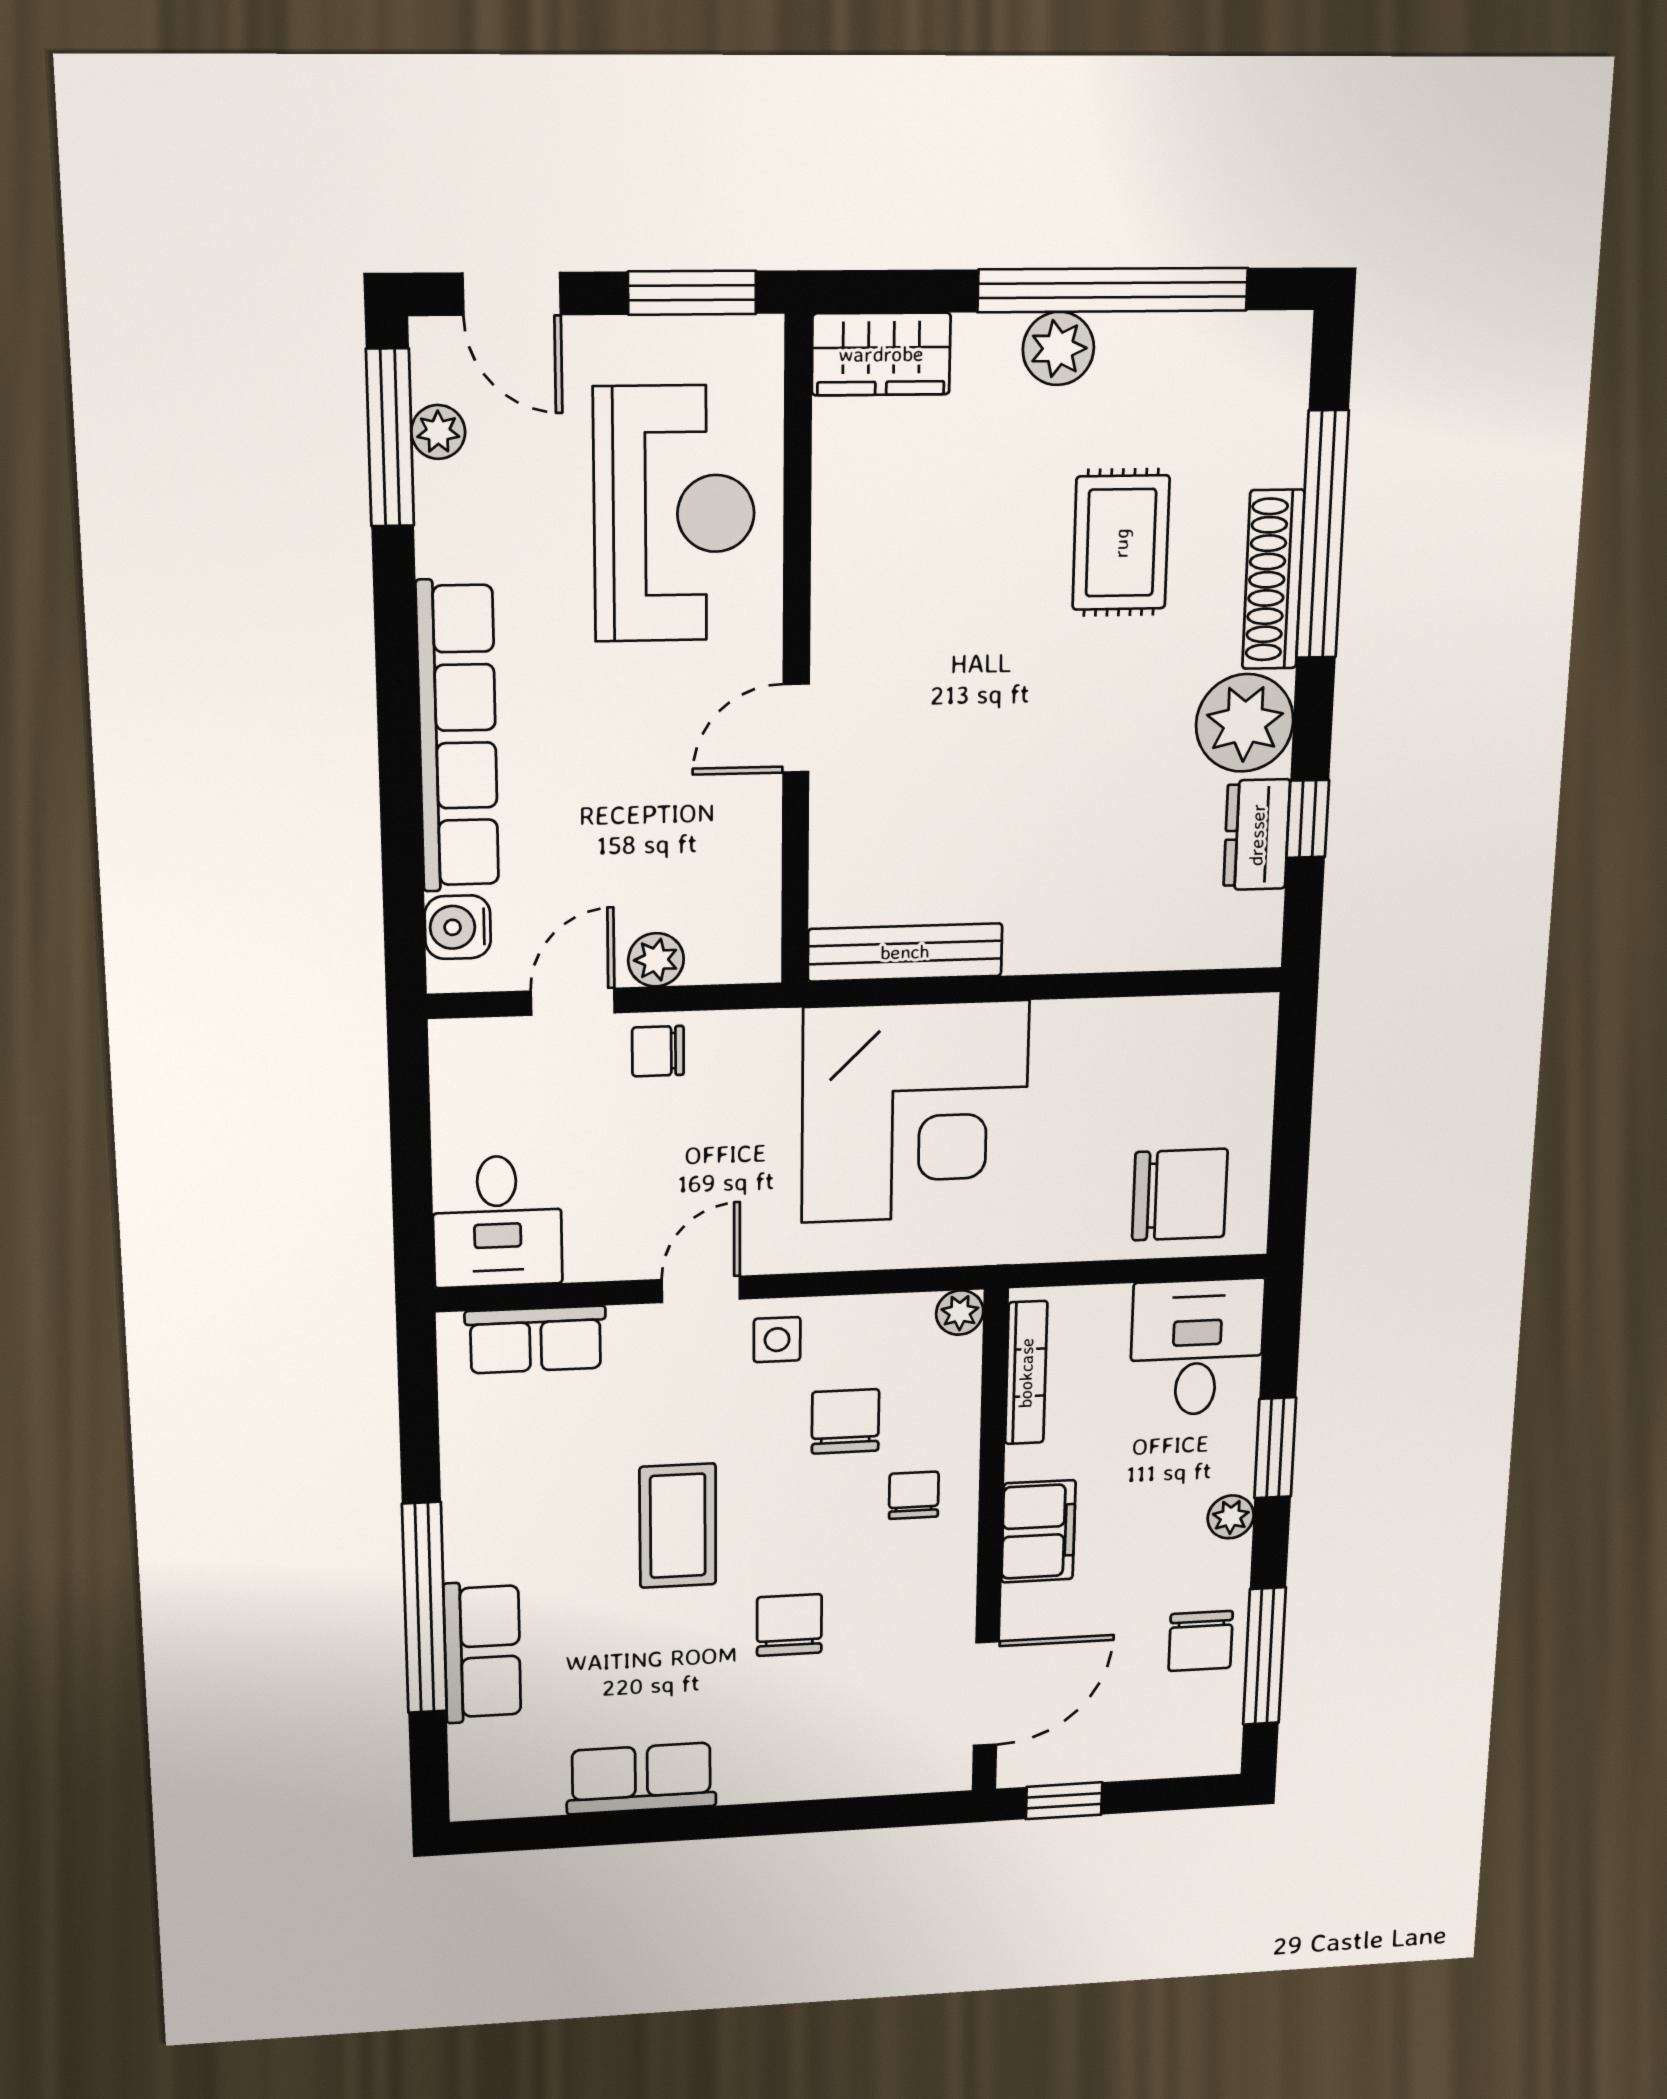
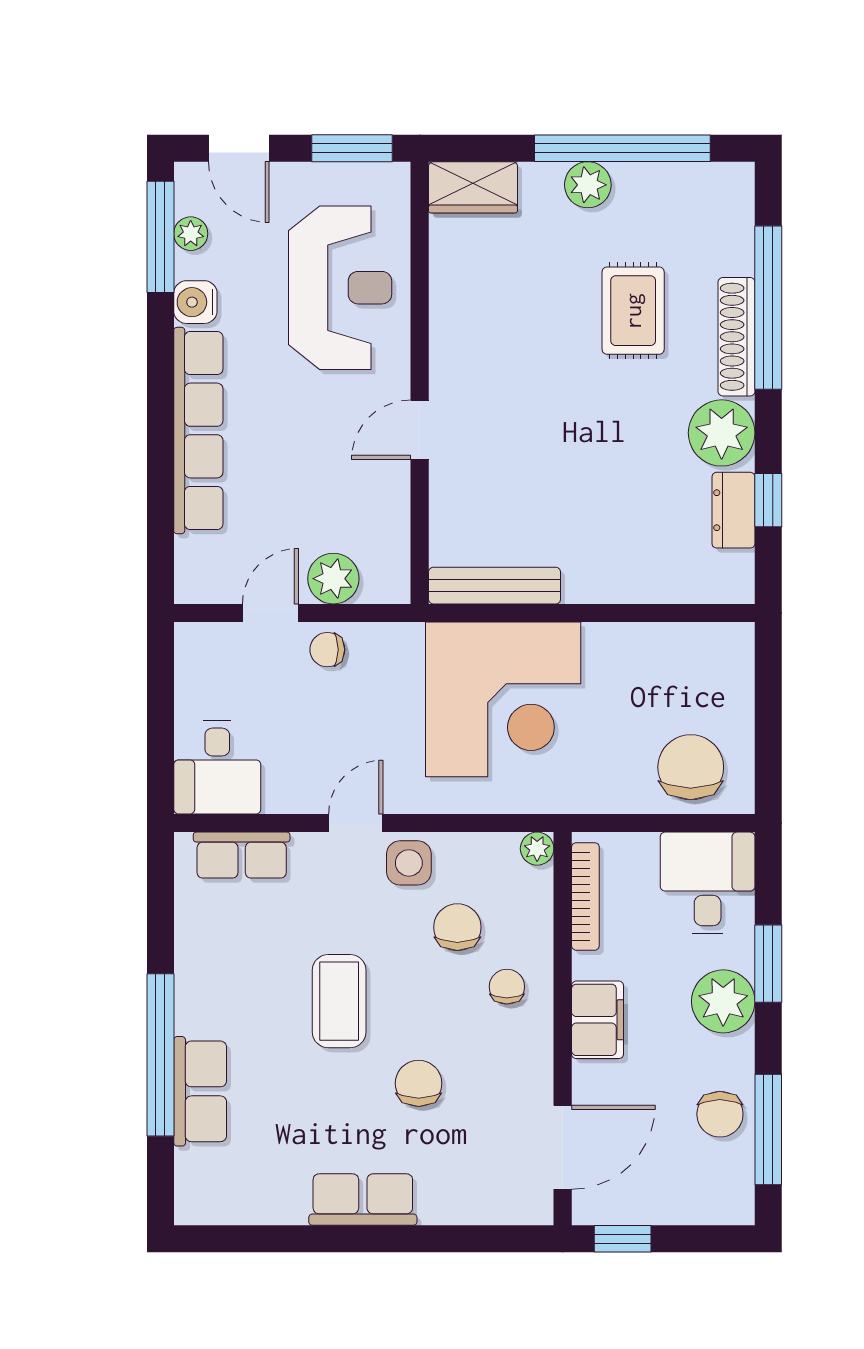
water cooler: (458, 927) -> (195, 302), moved
plant: (656, 960) -> (333, 579), width x1.38, depth x1.38
chair: (1180, 1195) -> (691, 767), turned -90
side table: (777, 1340) -> (409, 863), width x1.37, depth x1.37
plant: (1231, 1517) -> (723, 1001), width x1.87, depth x1.87
row of seats: (641, 1778) -> (363, 1199), moved

